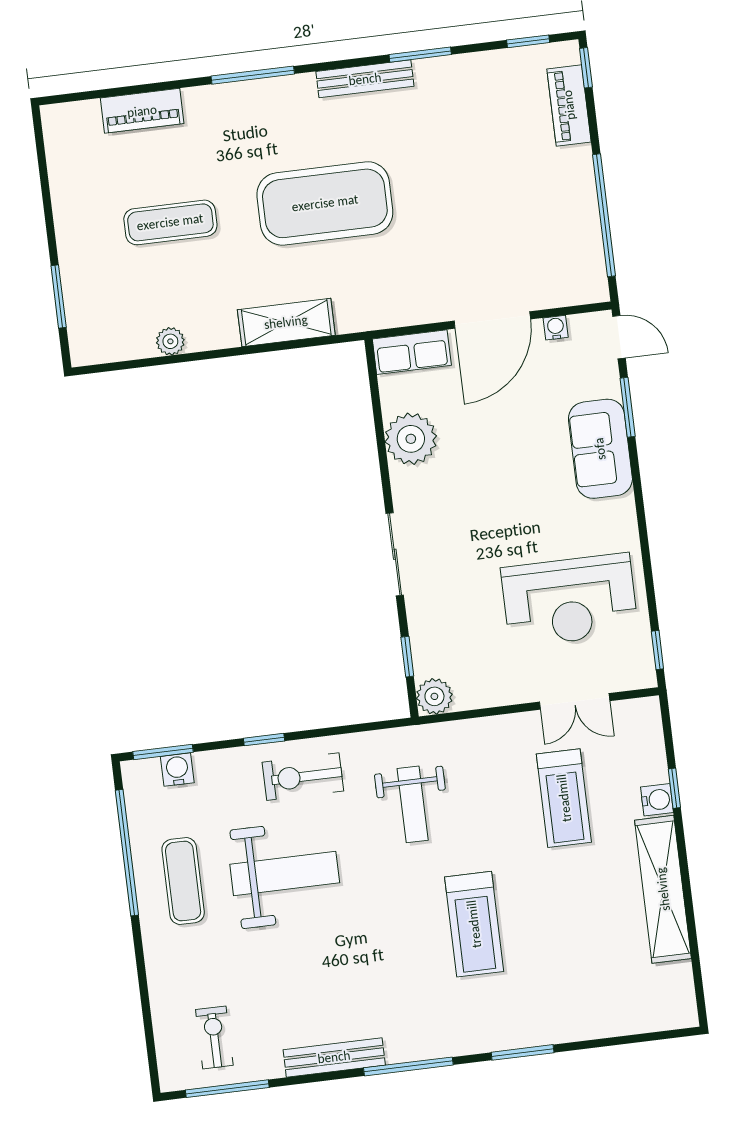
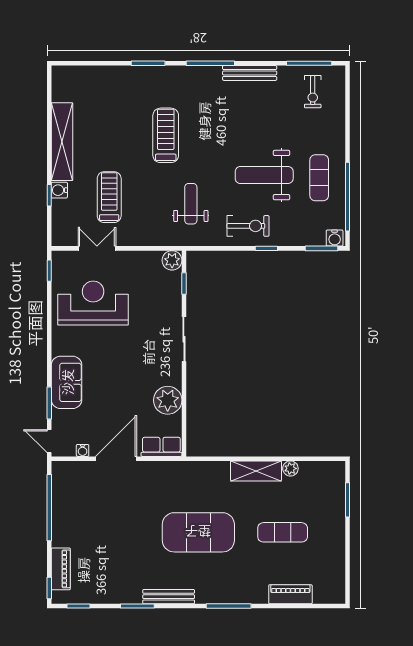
shelving: (286, 322) -> (256, 471), moved
water cooler: (177, 770) -> (335, 238), moved

